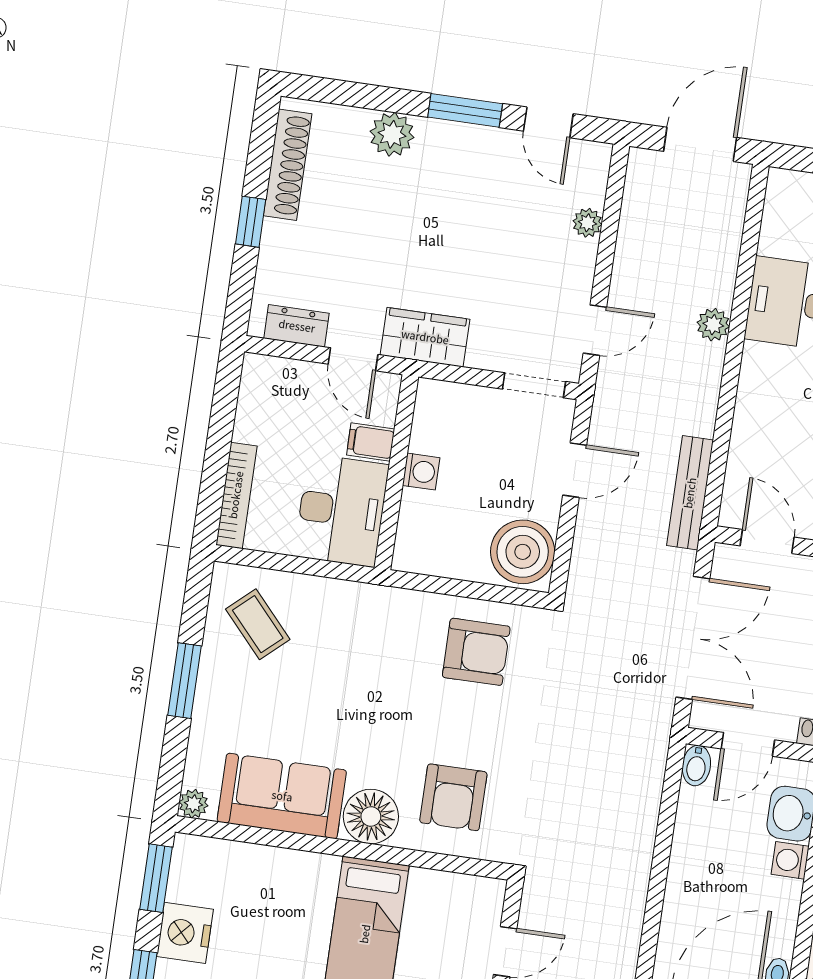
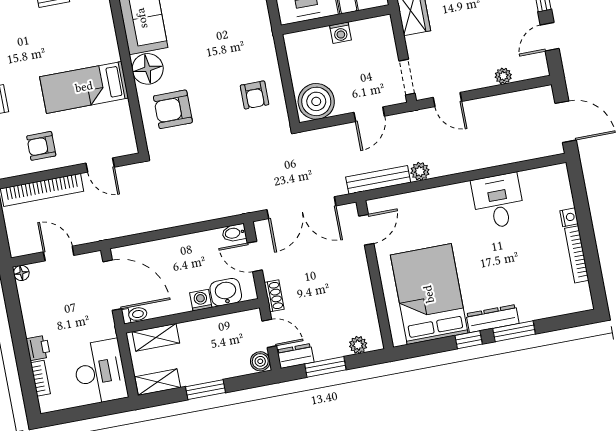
plant: (713, 325) -> (420, 171), moved
door: (575, 470) -> (369, 114), hinge flipped
armchair: (476, 652) -> (255, 95), width x0.72, depth x0.72

